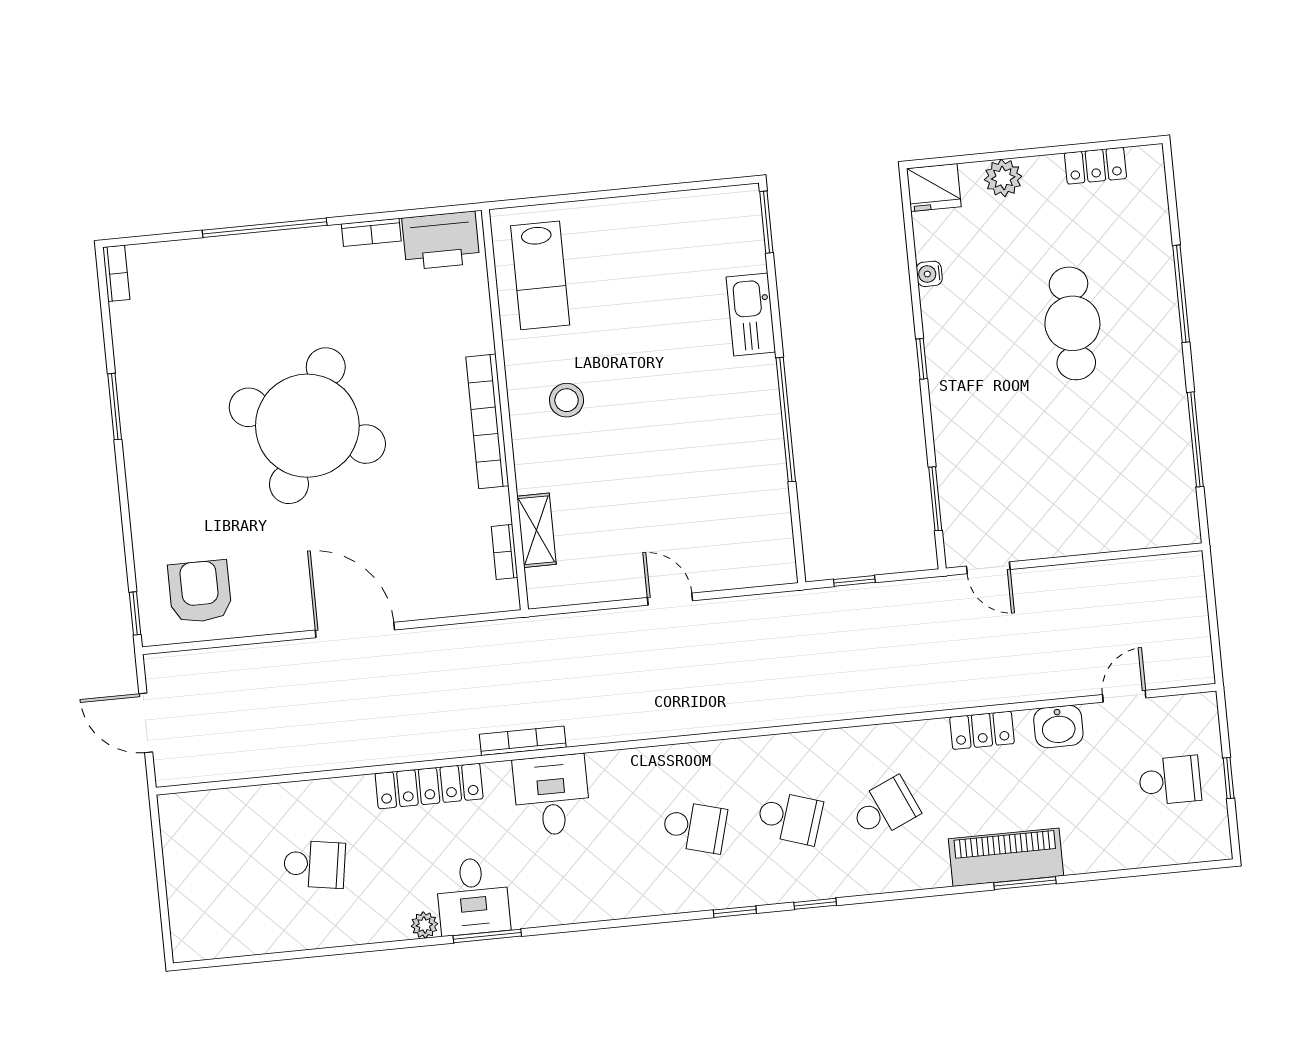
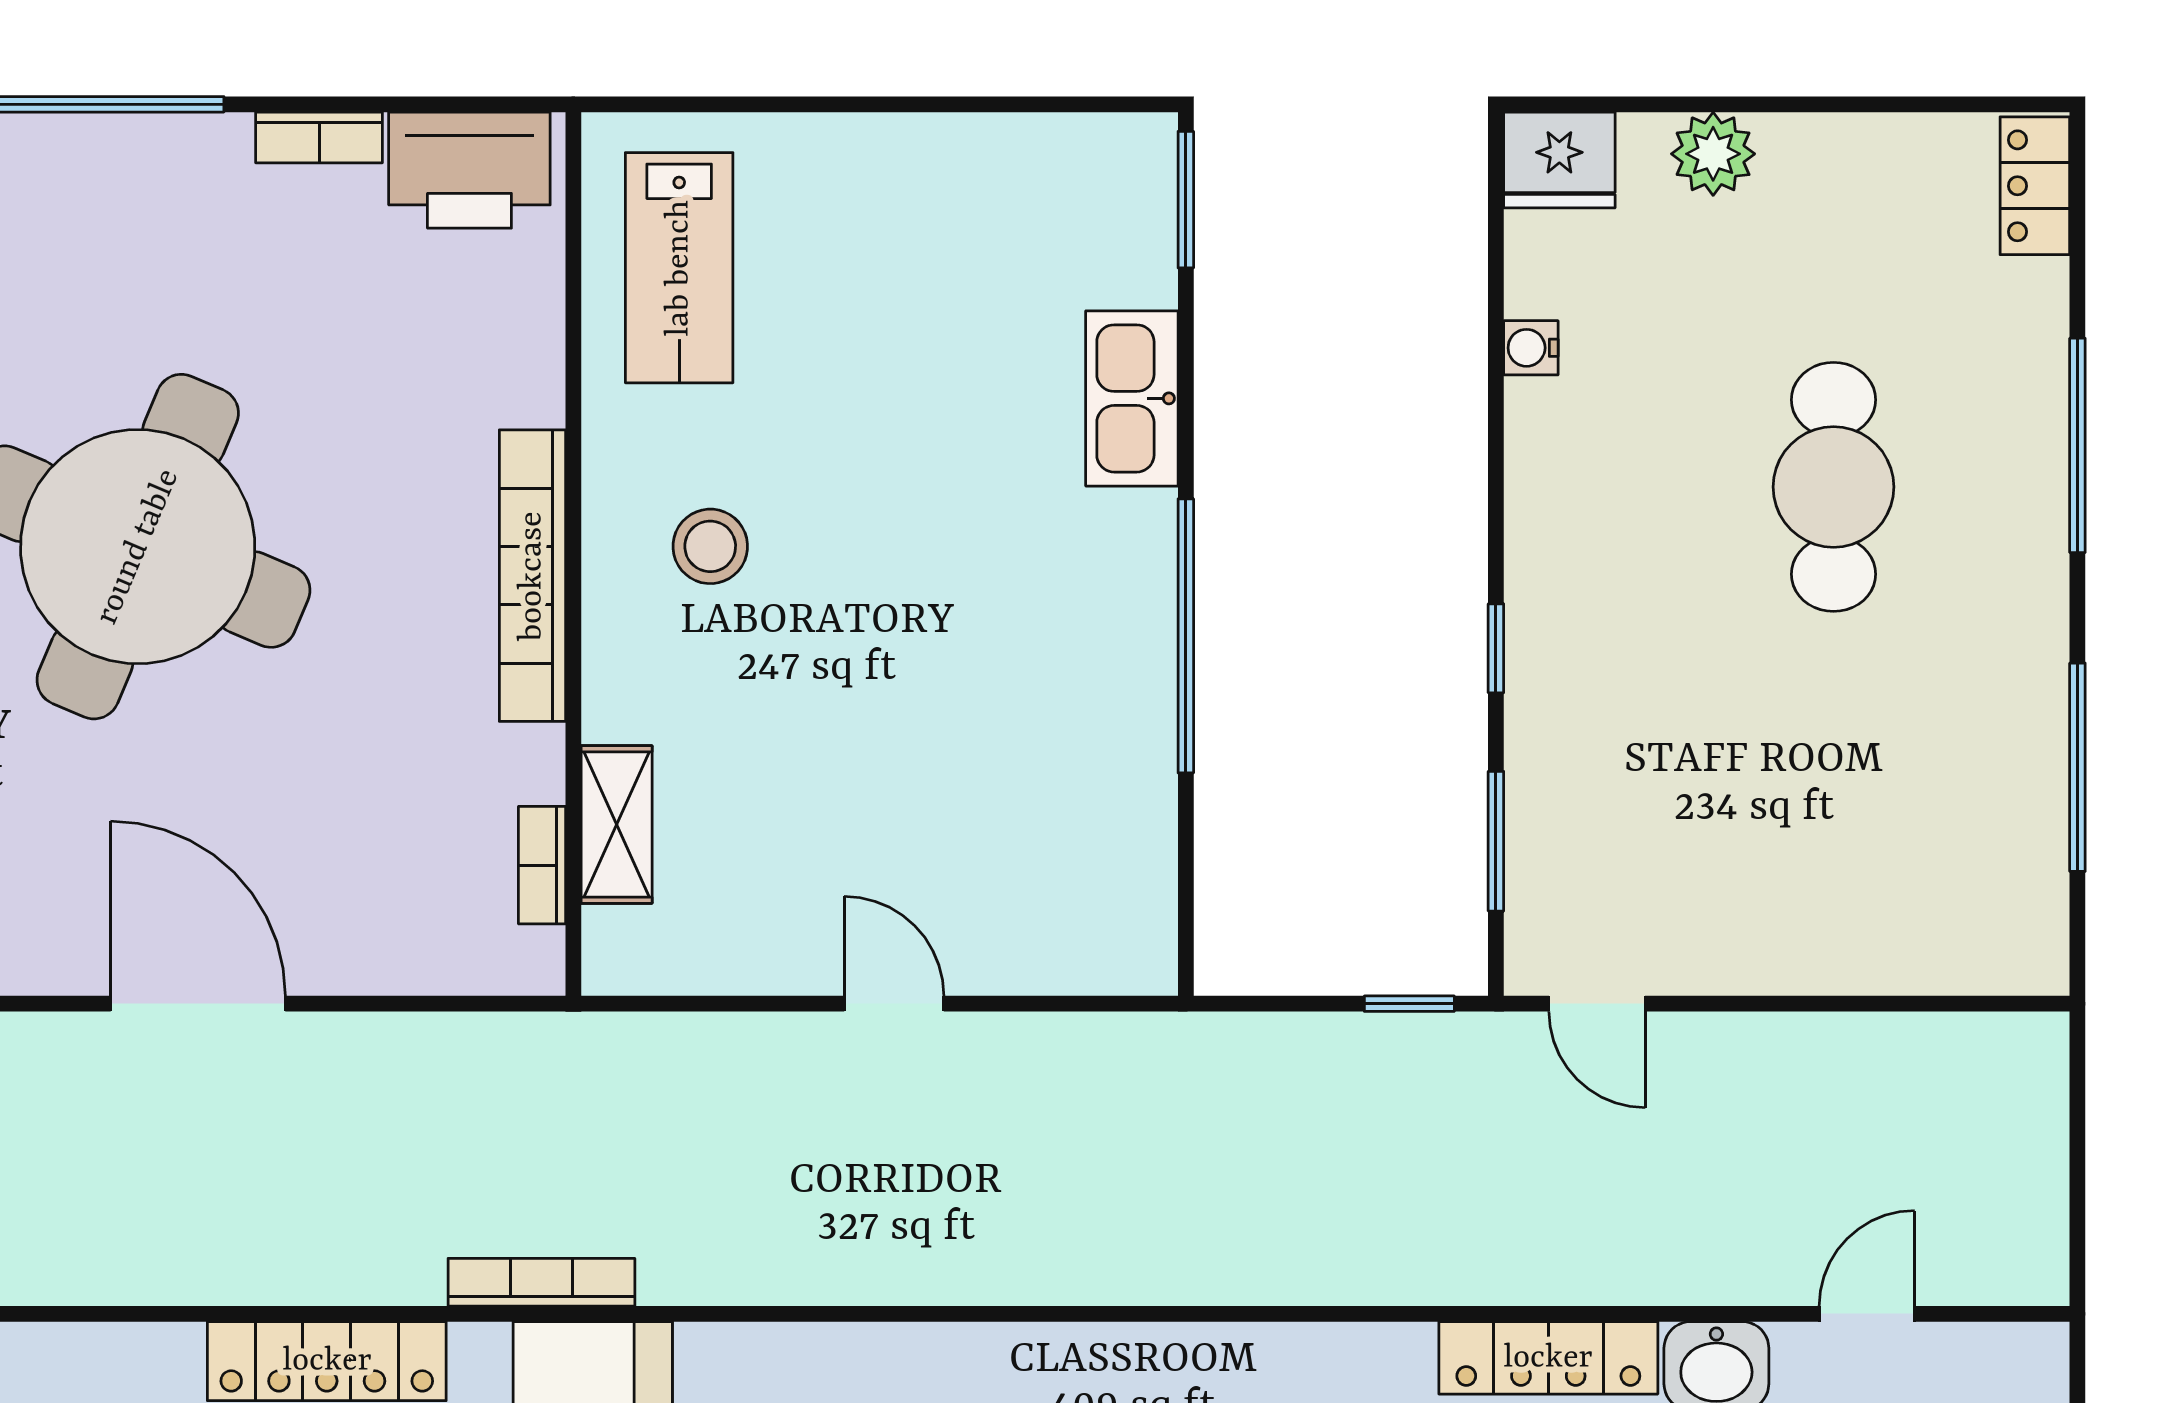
locker: (1095, 166) -> (2035, 186), moved, turned 90
window: (922, 359) -> (1496, 648), moved
window: (854, 581) -> (1409, 1004), moved
locker: (982, 730) -> (1548, 1358), width x1.53

